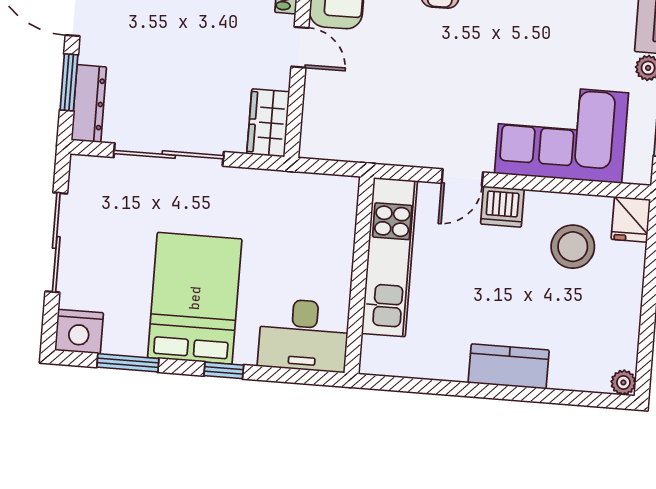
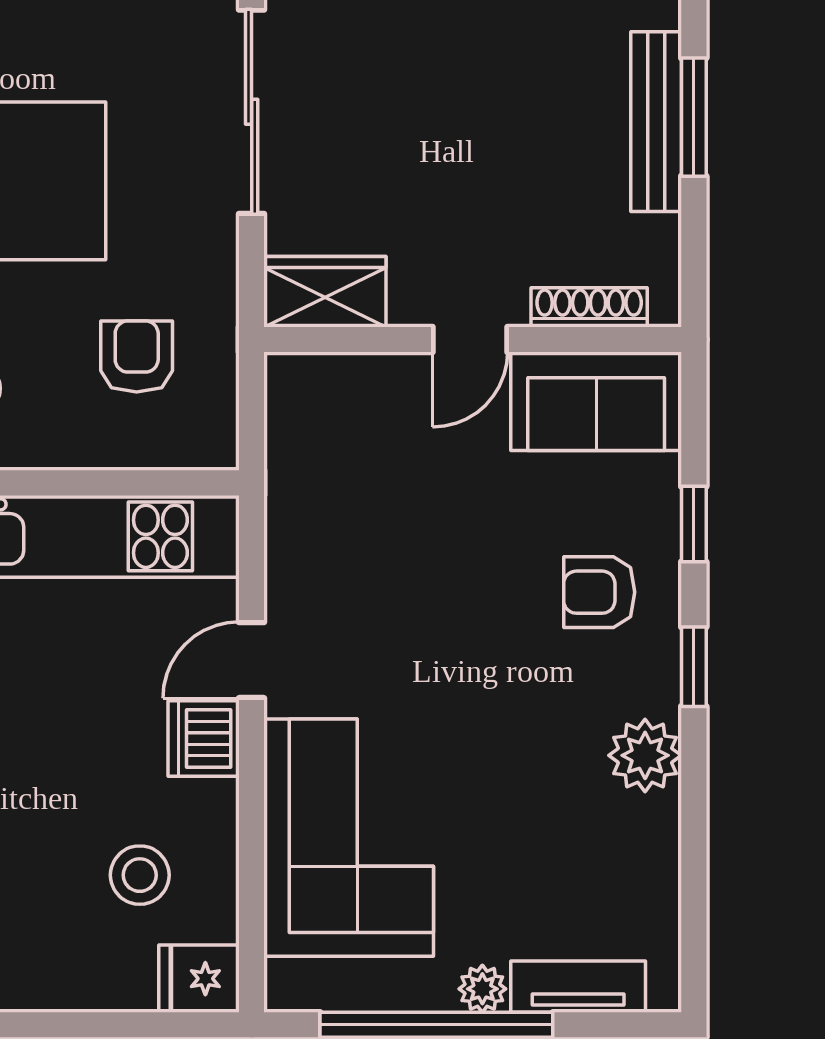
door: (462, 178) -> (252, 660), hinge flipped
armchair: (295, 226) -> (137, 356), added
stool: (573, 247) -> (140, 875), width x0.73, depth x0.73

